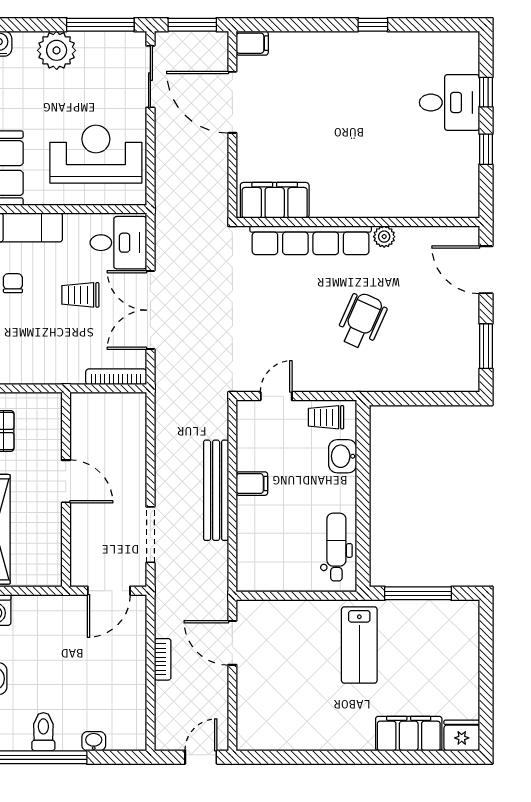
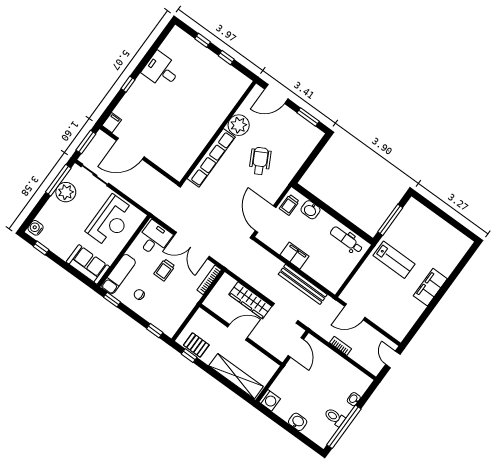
window: (373, 25) -> (128, 84), moved
plant: (57, 50) -> (66, 192), moved
desk: (449, 102) -> (161, 70), moved, turned -90
reception desk: (96, 154) -> (111, 221), turned 180
filing cabinet: (275, 200) -> (184, 161), removed
plant: (384, 237) -> (239, 125), width x1.87, depth x1.87
wheelchair: (362, 321) -> (260, 161), turned 38
door: (276, 396) -> (266, 219), width x1.88
wardrobe: (131, 465) -> (250, 300), added
filing cabinet: (252, 484) -> (295, 256), width x2.00
bench: (216, 490) -> (303, 284), moved
filing cabinet: (409, 734) -> (430, 287), moved
fridge: (462, 735) -> (462, 245), removed

